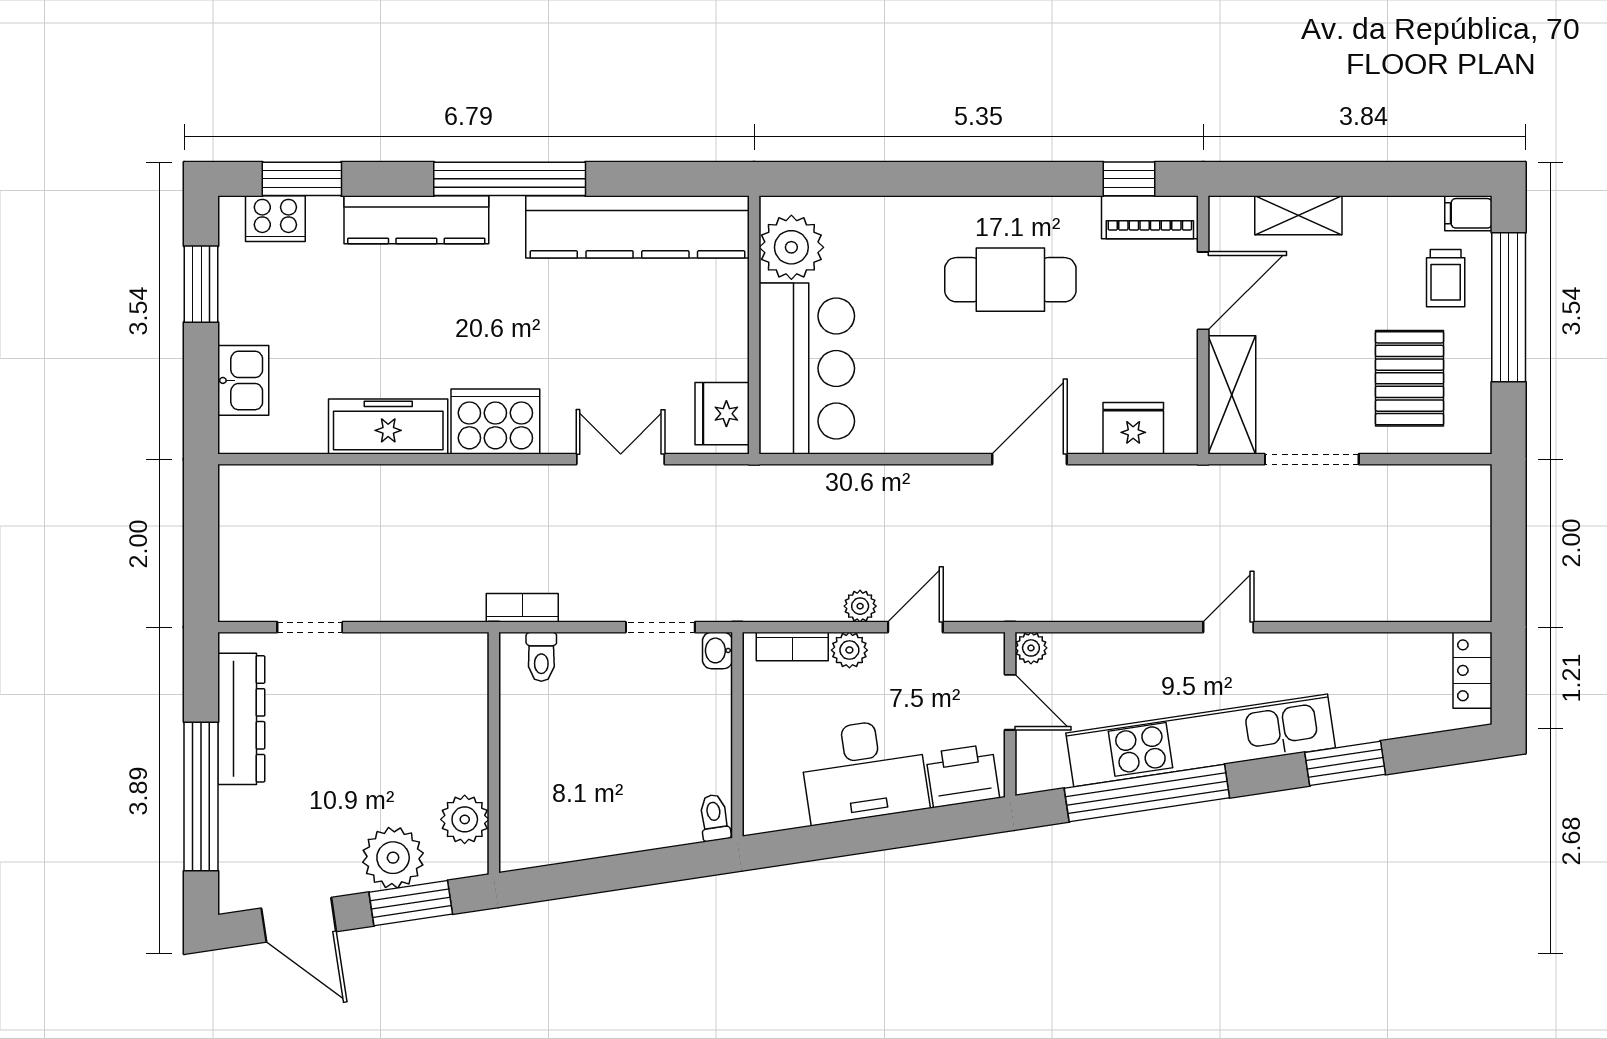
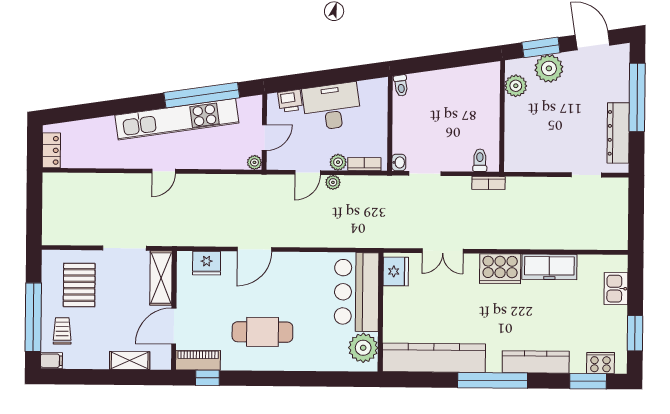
door: (1010, 702) -> (264, 137), swing flipped
window: (1345, 763) -> (110, 108), removed
printer: (963, 776) -> (290, 101), width x0.73, depth x0.81

